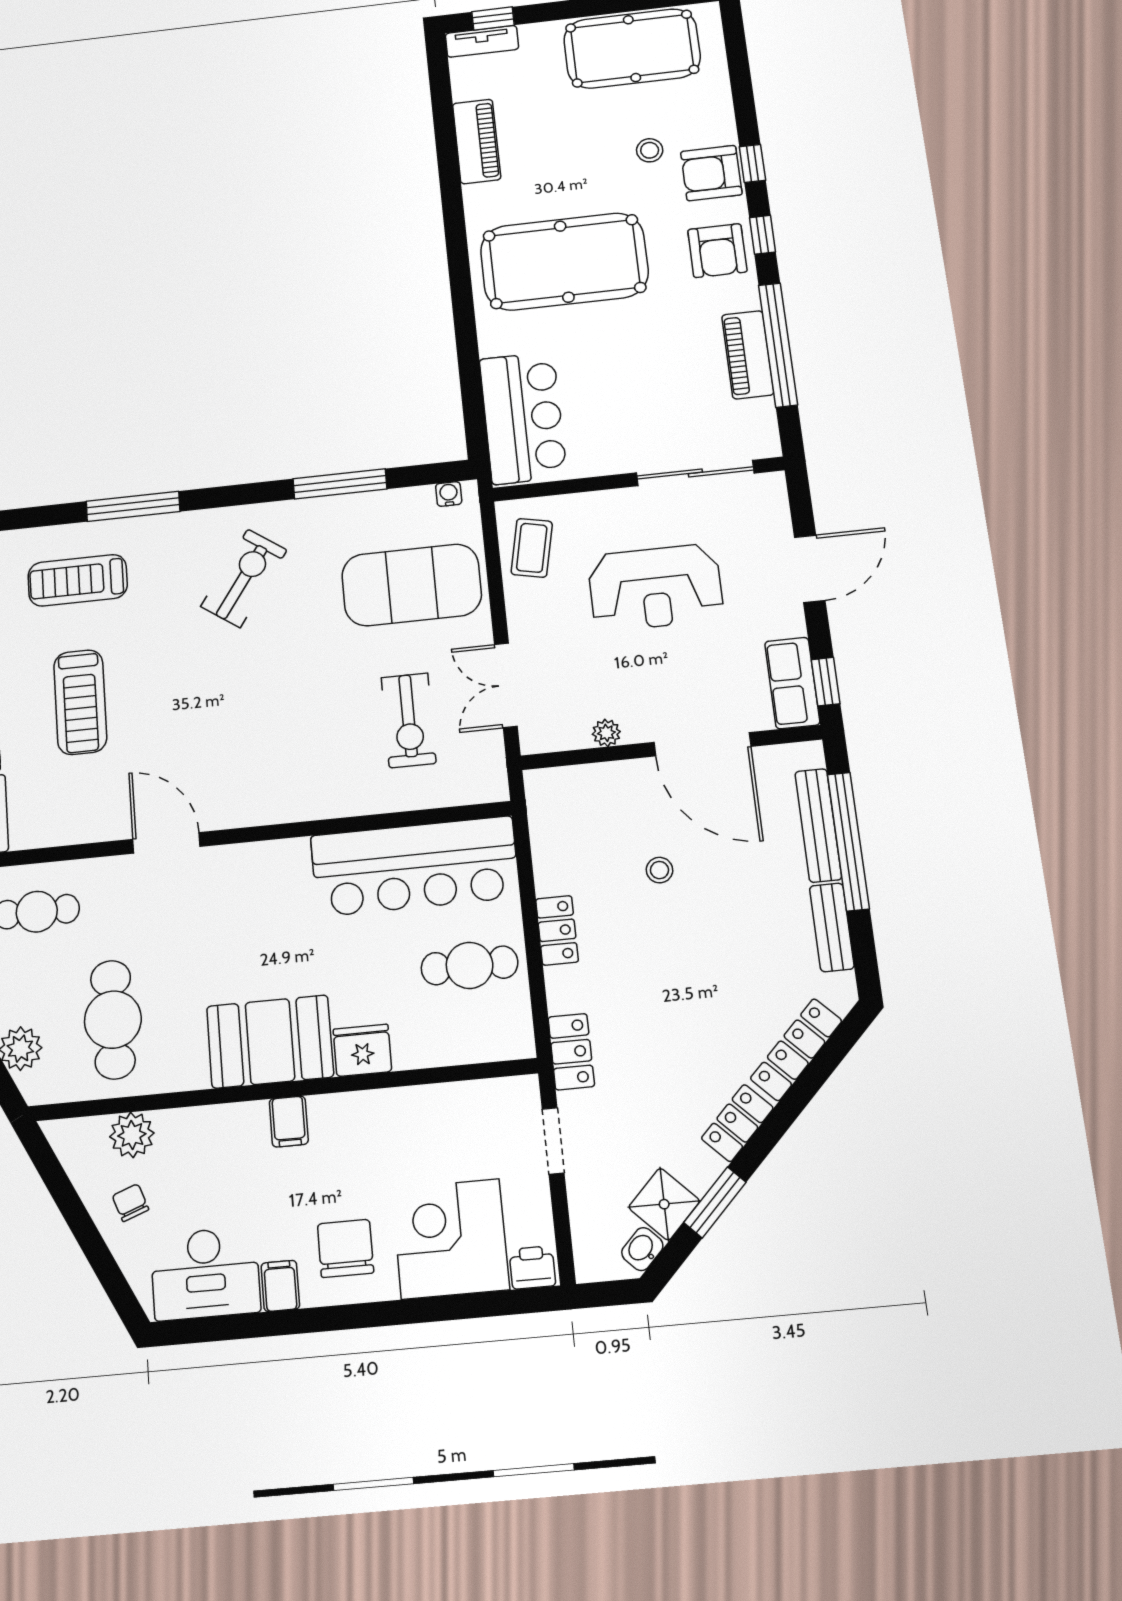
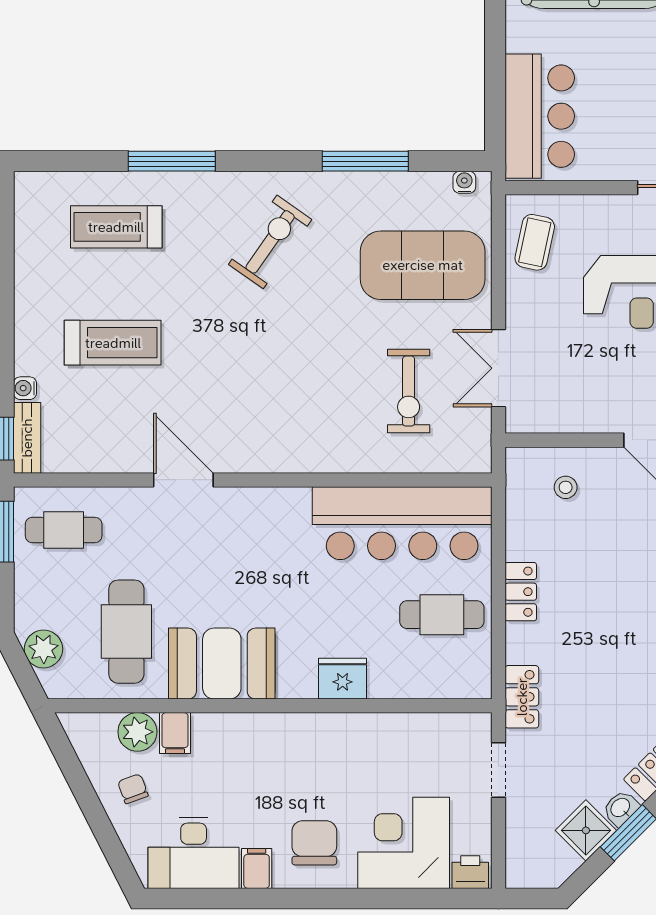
treadmill: (80, 702) -> (113, 343), turned -90
plant: (606, 733) -> (583, 421), removed
stool: (659, 870) -> (566, 487), moved
booth: (270, 1042) -> (222, 664), moved
filing cabinet: (289, 1121) -> (175, 733), moved
washbasin: (642, 1249) -> (621, 808), moved

